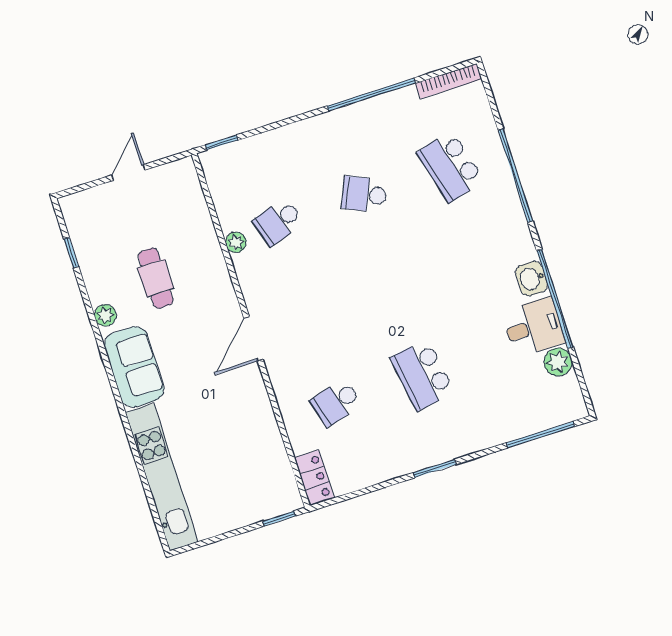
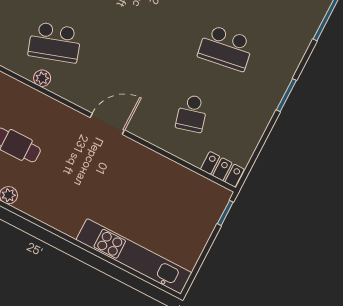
school desk: (278, 222) -> (55, 42), width x1.85
door: (253, 339) -> (107, 124), swing flipped
sofa: (134, 367) -> (55, 209), removed

